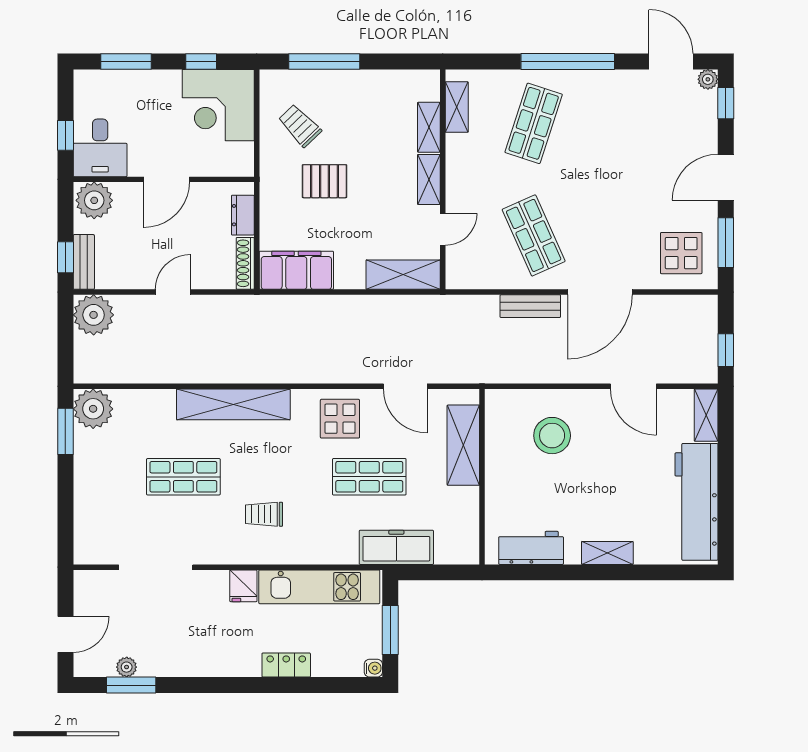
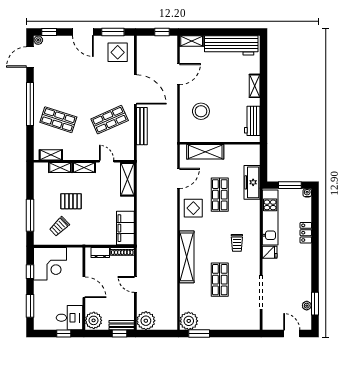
pallet: (325, 181) -> (71, 201), moved, turned 90
bench: (530, 306) -> (142, 126), width x1.36

